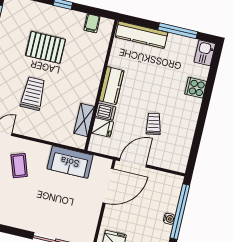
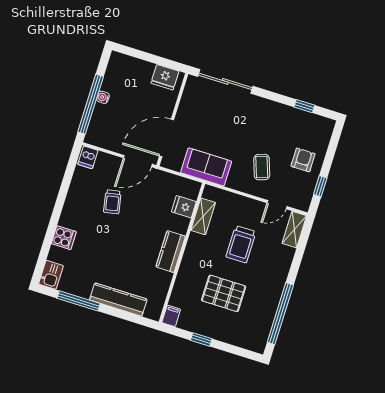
wall: (101, 85) -> (182, 253), moved
kitchen counter: (111, 86) -> (171, 252), moved
dishwasher: (106, 112) -> (88, 157), moved, turned -90
shelving: (84, 120) -> (203, 216), moved
fridge: (102, 127) -> (184, 207), moved

